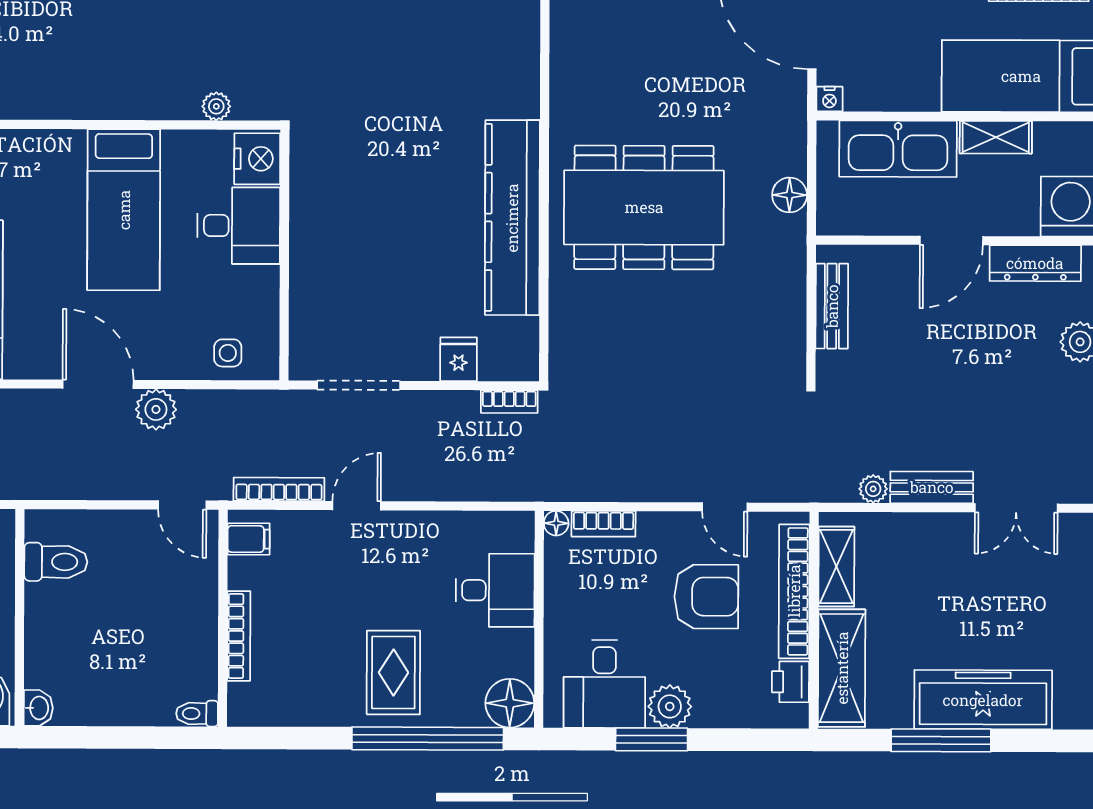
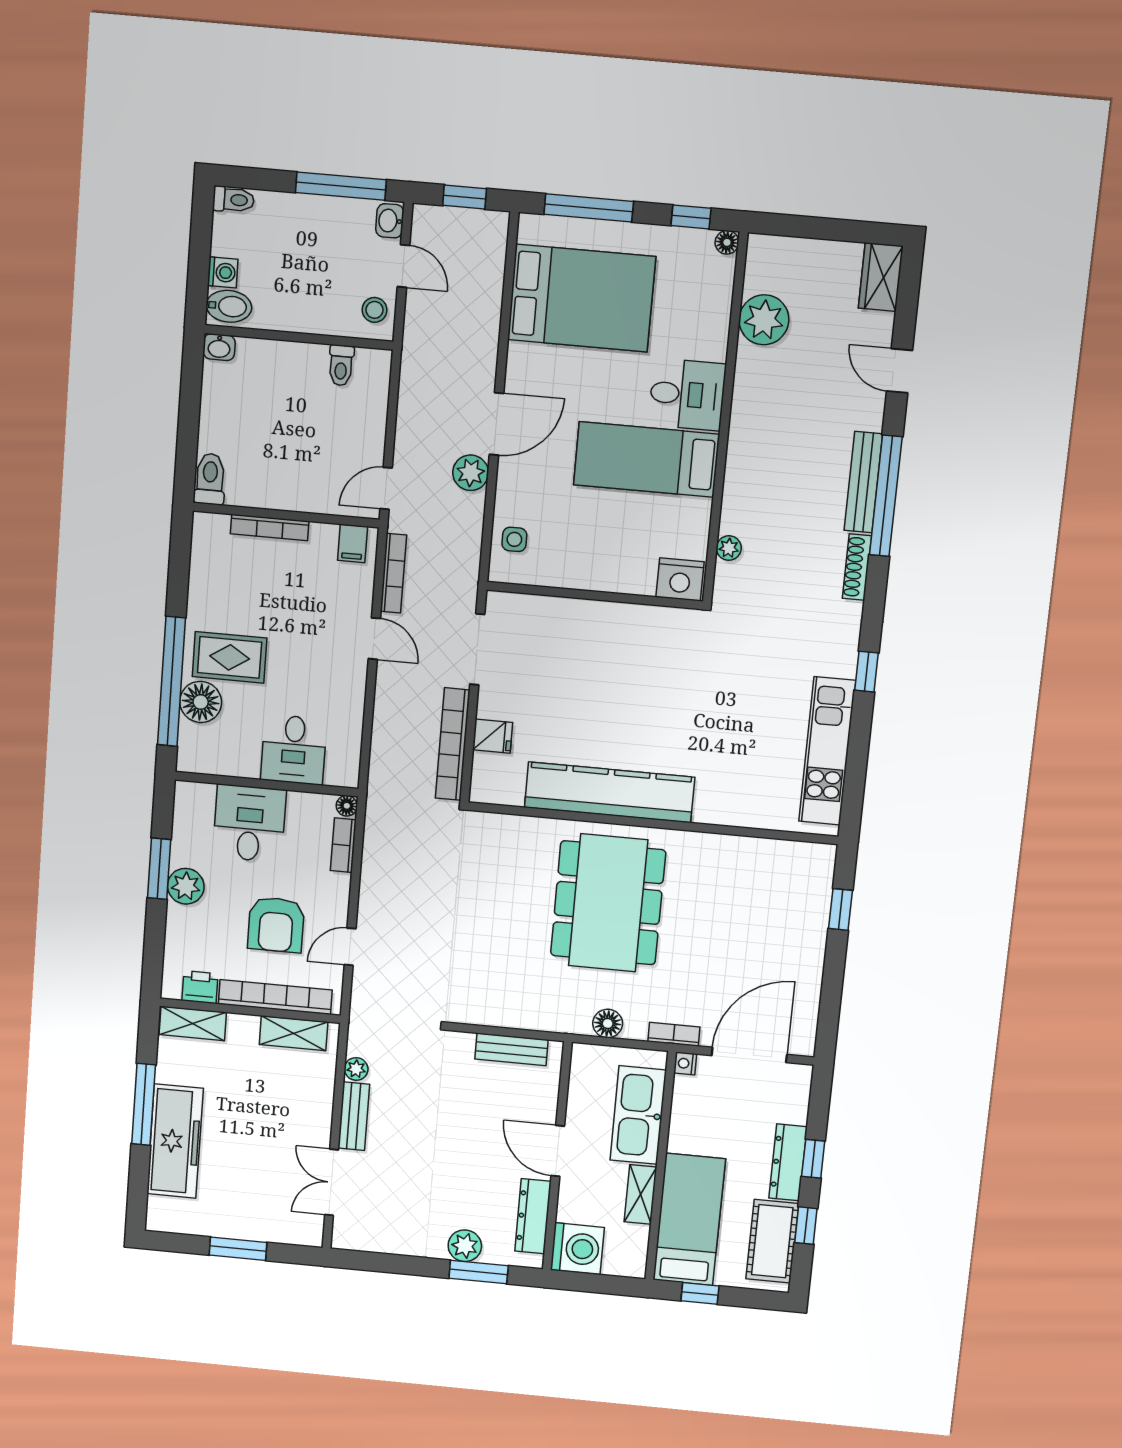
bookcase: (795, 116) -> (674, 1034), added
desk: (239, 226) -> (687, 394), moved, turned -90
bookcase: (509, 402) -> (453, 744), width x2.31, depth x1.31
toilet: (56, 562) -> (341, 365), width x0.73, depth x0.72
shelving: (842, 668) -> (193, 1023), width x0.67, depth x0.75
desk: (604, 684) -> (249, 823), moved, turned 90
floor lamp: (510, 703) -> (201, 702), moved
toilet: (197, 714) -> (210, 479), width x1.37, depth x1.39

